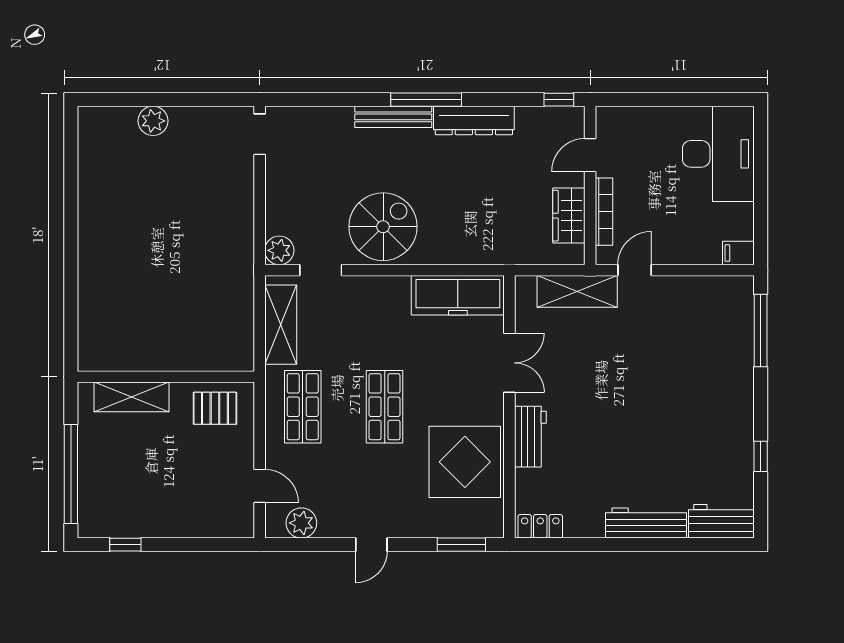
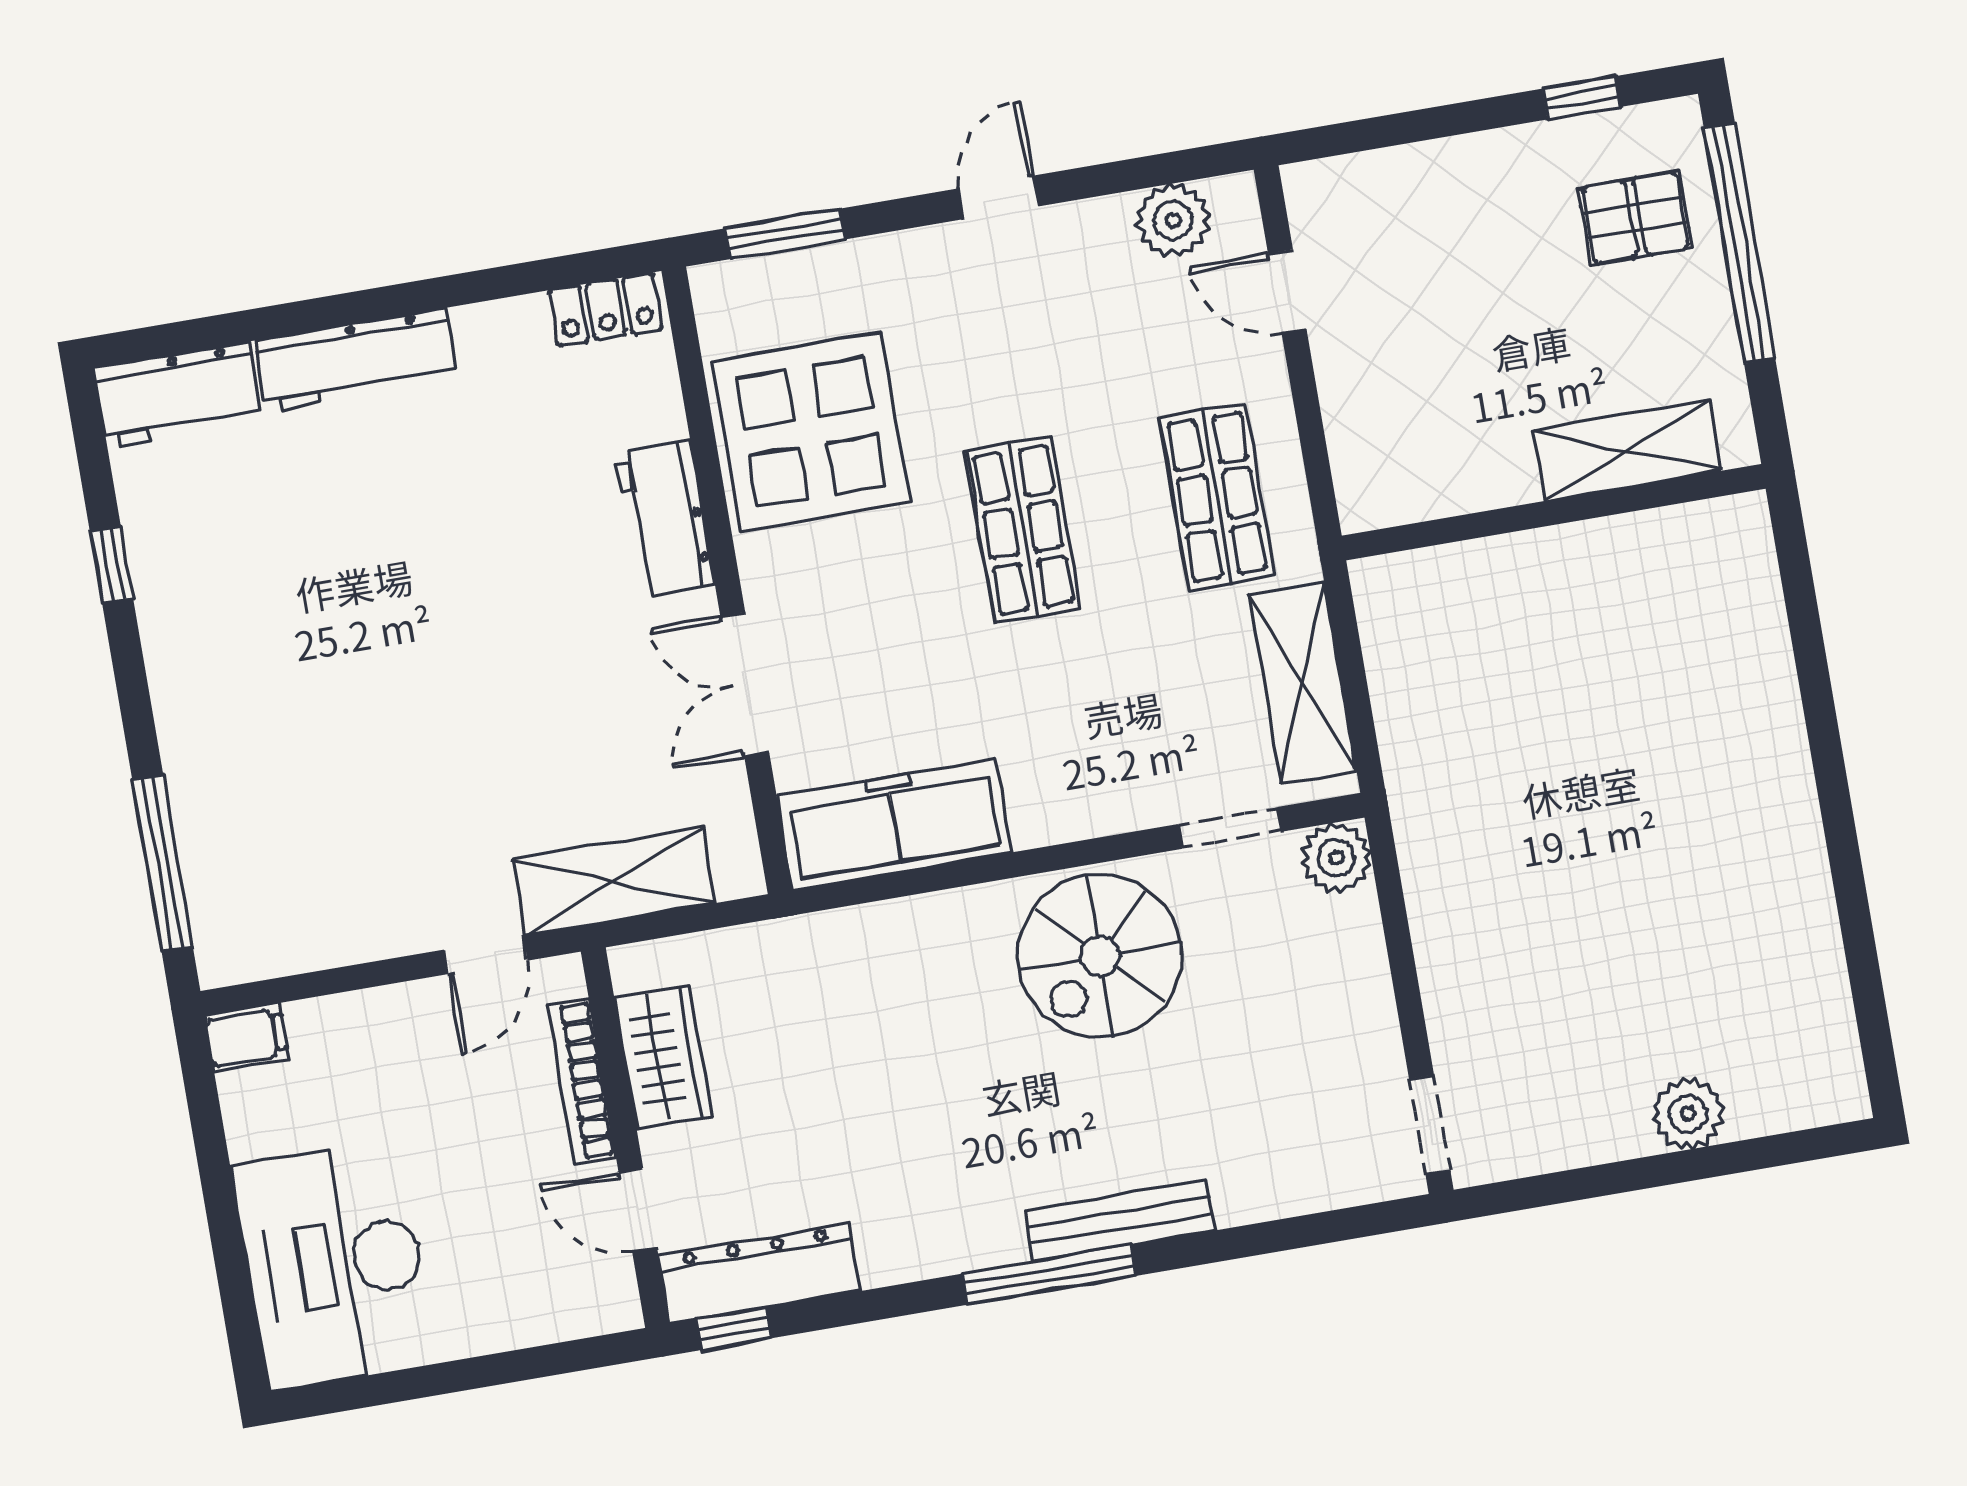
dresser: (474, 120) -> (759, 1273), moved
door: (590, 155) -> (638, 1210), swing flipped
pallet: (215, 408) -> (1635, 218), moved

